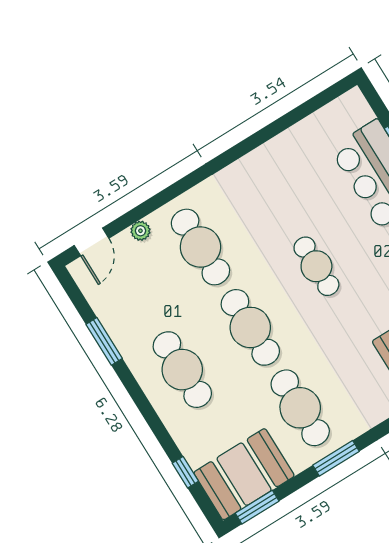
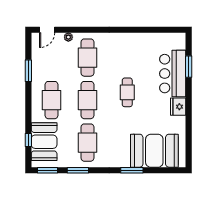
window: (336, 458) -> (78, 170), moved
booth: (244, 474) -> (44, 142), moved, turned 90

